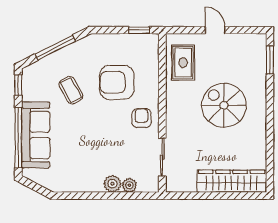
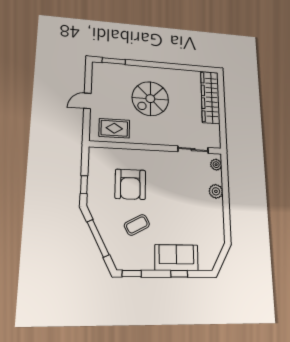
window: (139, 30) -> (84, 185), moved
armchair: (142, 118) -> (161, 165), removed
sofa: (36, 135) -> (176, 258), width x0.73
window: (18, 138) -> (179, 274), width x0.32
plant: (129, 185) -> (216, 165), moved

